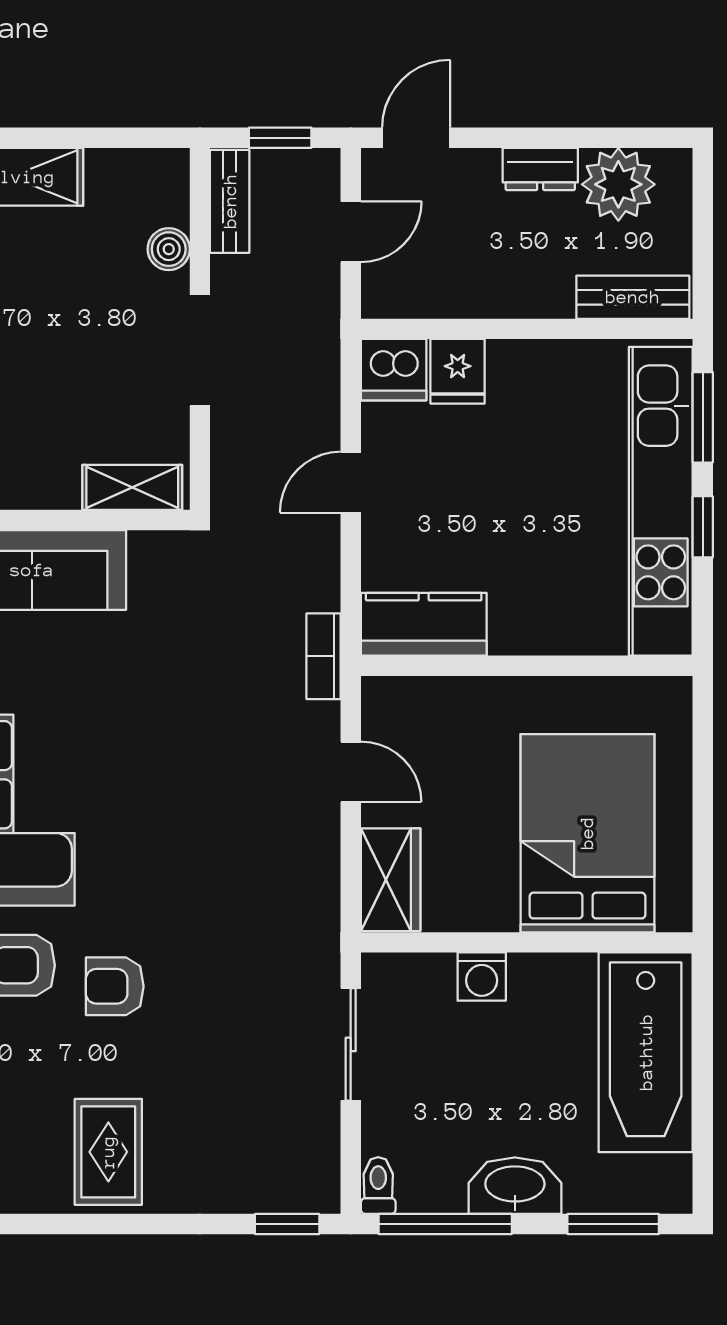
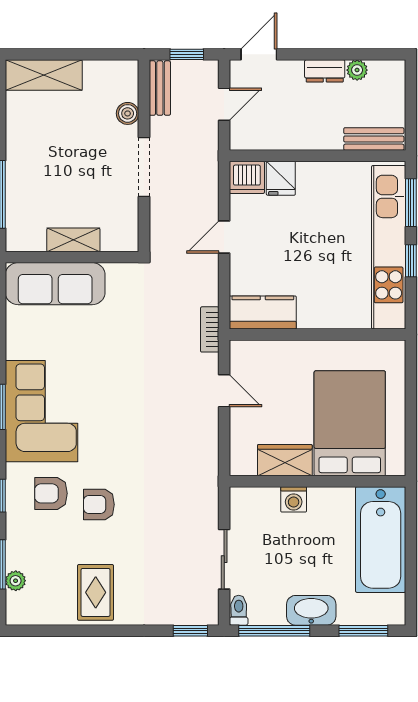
plant: (618, 184) -> (357, 70), width x0.53, depth x0.53
shelving: (132, 487) -> (73, 240), moved
wardrobe: (391, 880) -> (285, 460), moved, turned -90
sliding door: (351, 1044) -> (224, 559), moved

